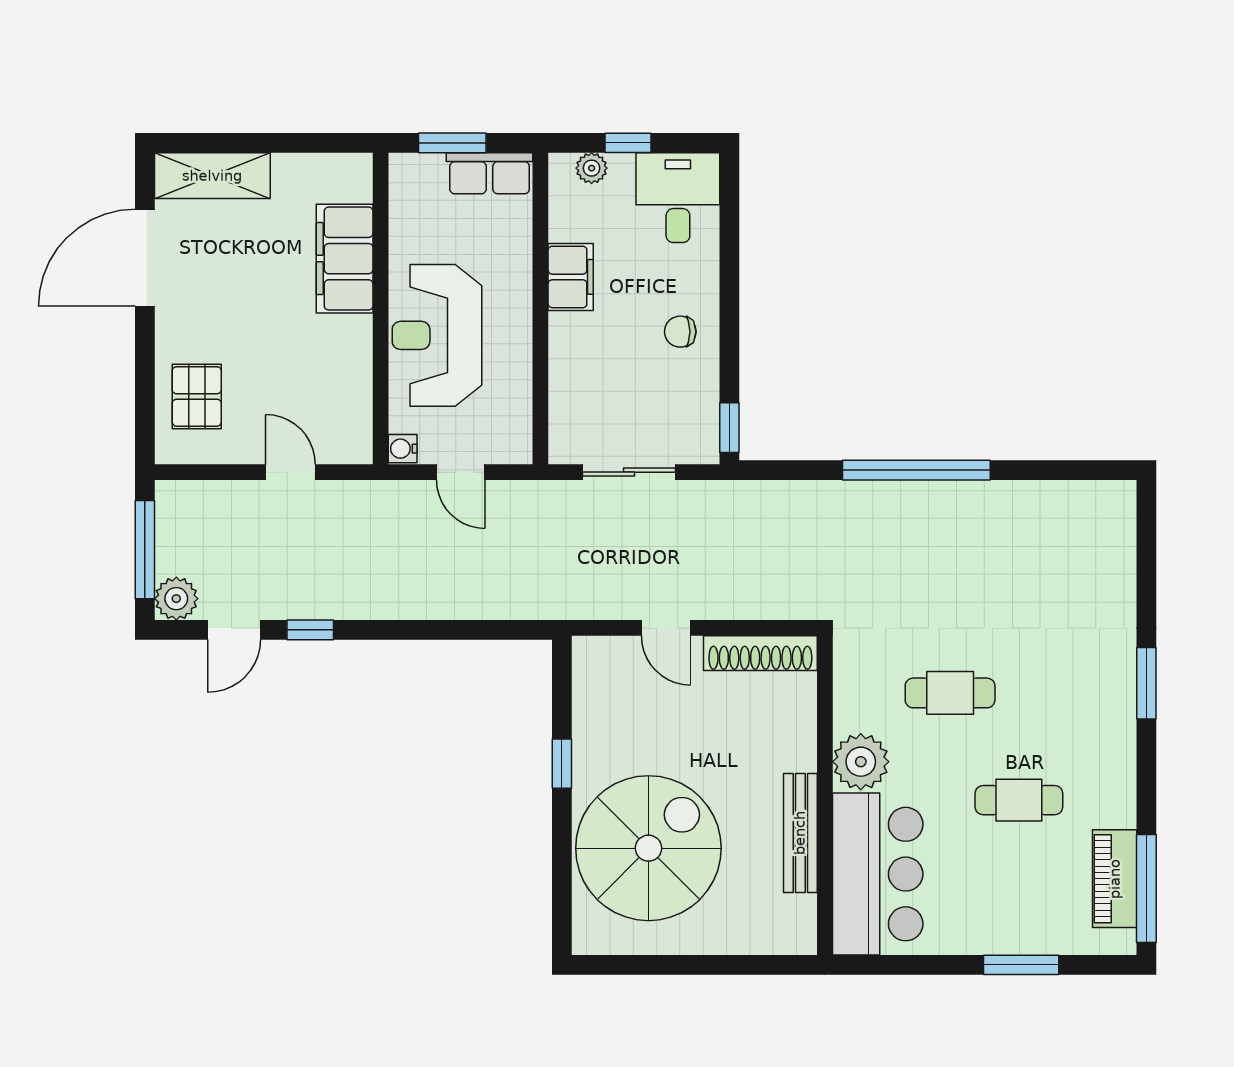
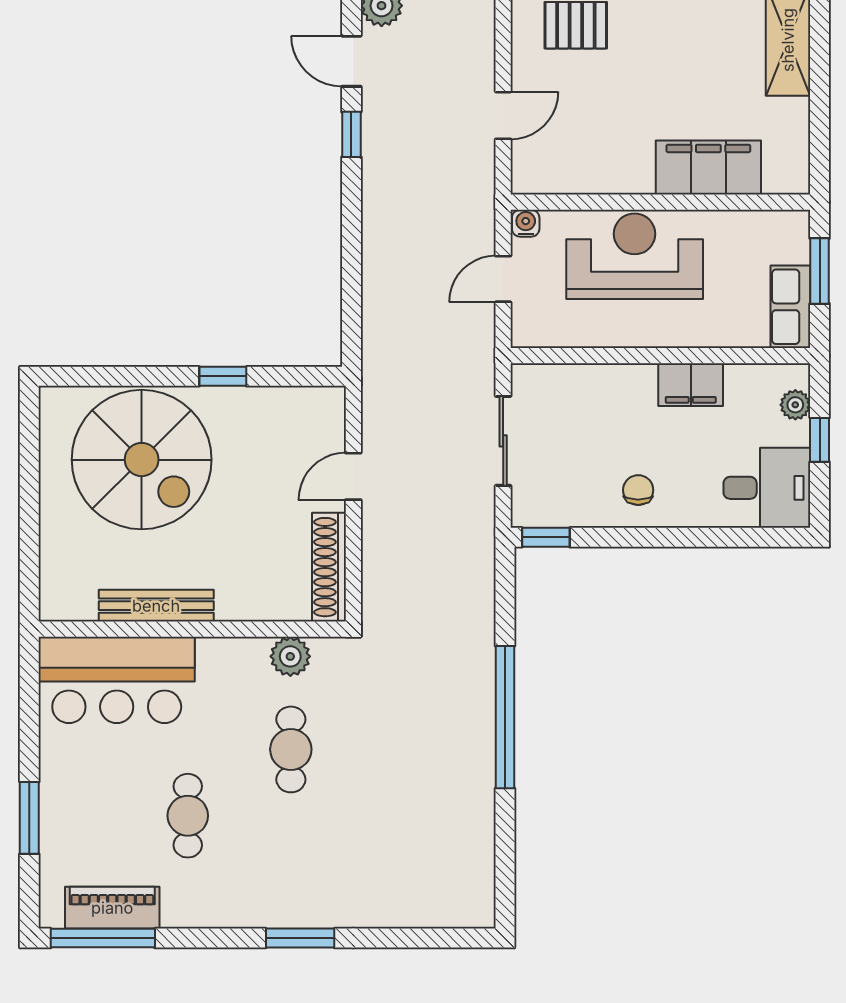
plant: (861, 762) -> (290, 656), moved, width x0.73, depth x0.73

